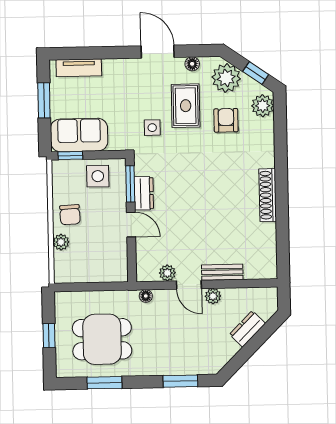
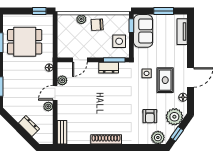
rug: (186, 106) -> (165, 80), moved, turned 90
armchair: (226, 120) -> (150, 116), turned 90
door: (131, 225) -> (80, 60), moved
bench: (222, 272) -> (62, 132), moved
window: (49, 336) -> (39, 11), moved
dining table: (102, 339) -> (25, 42), turned 90

